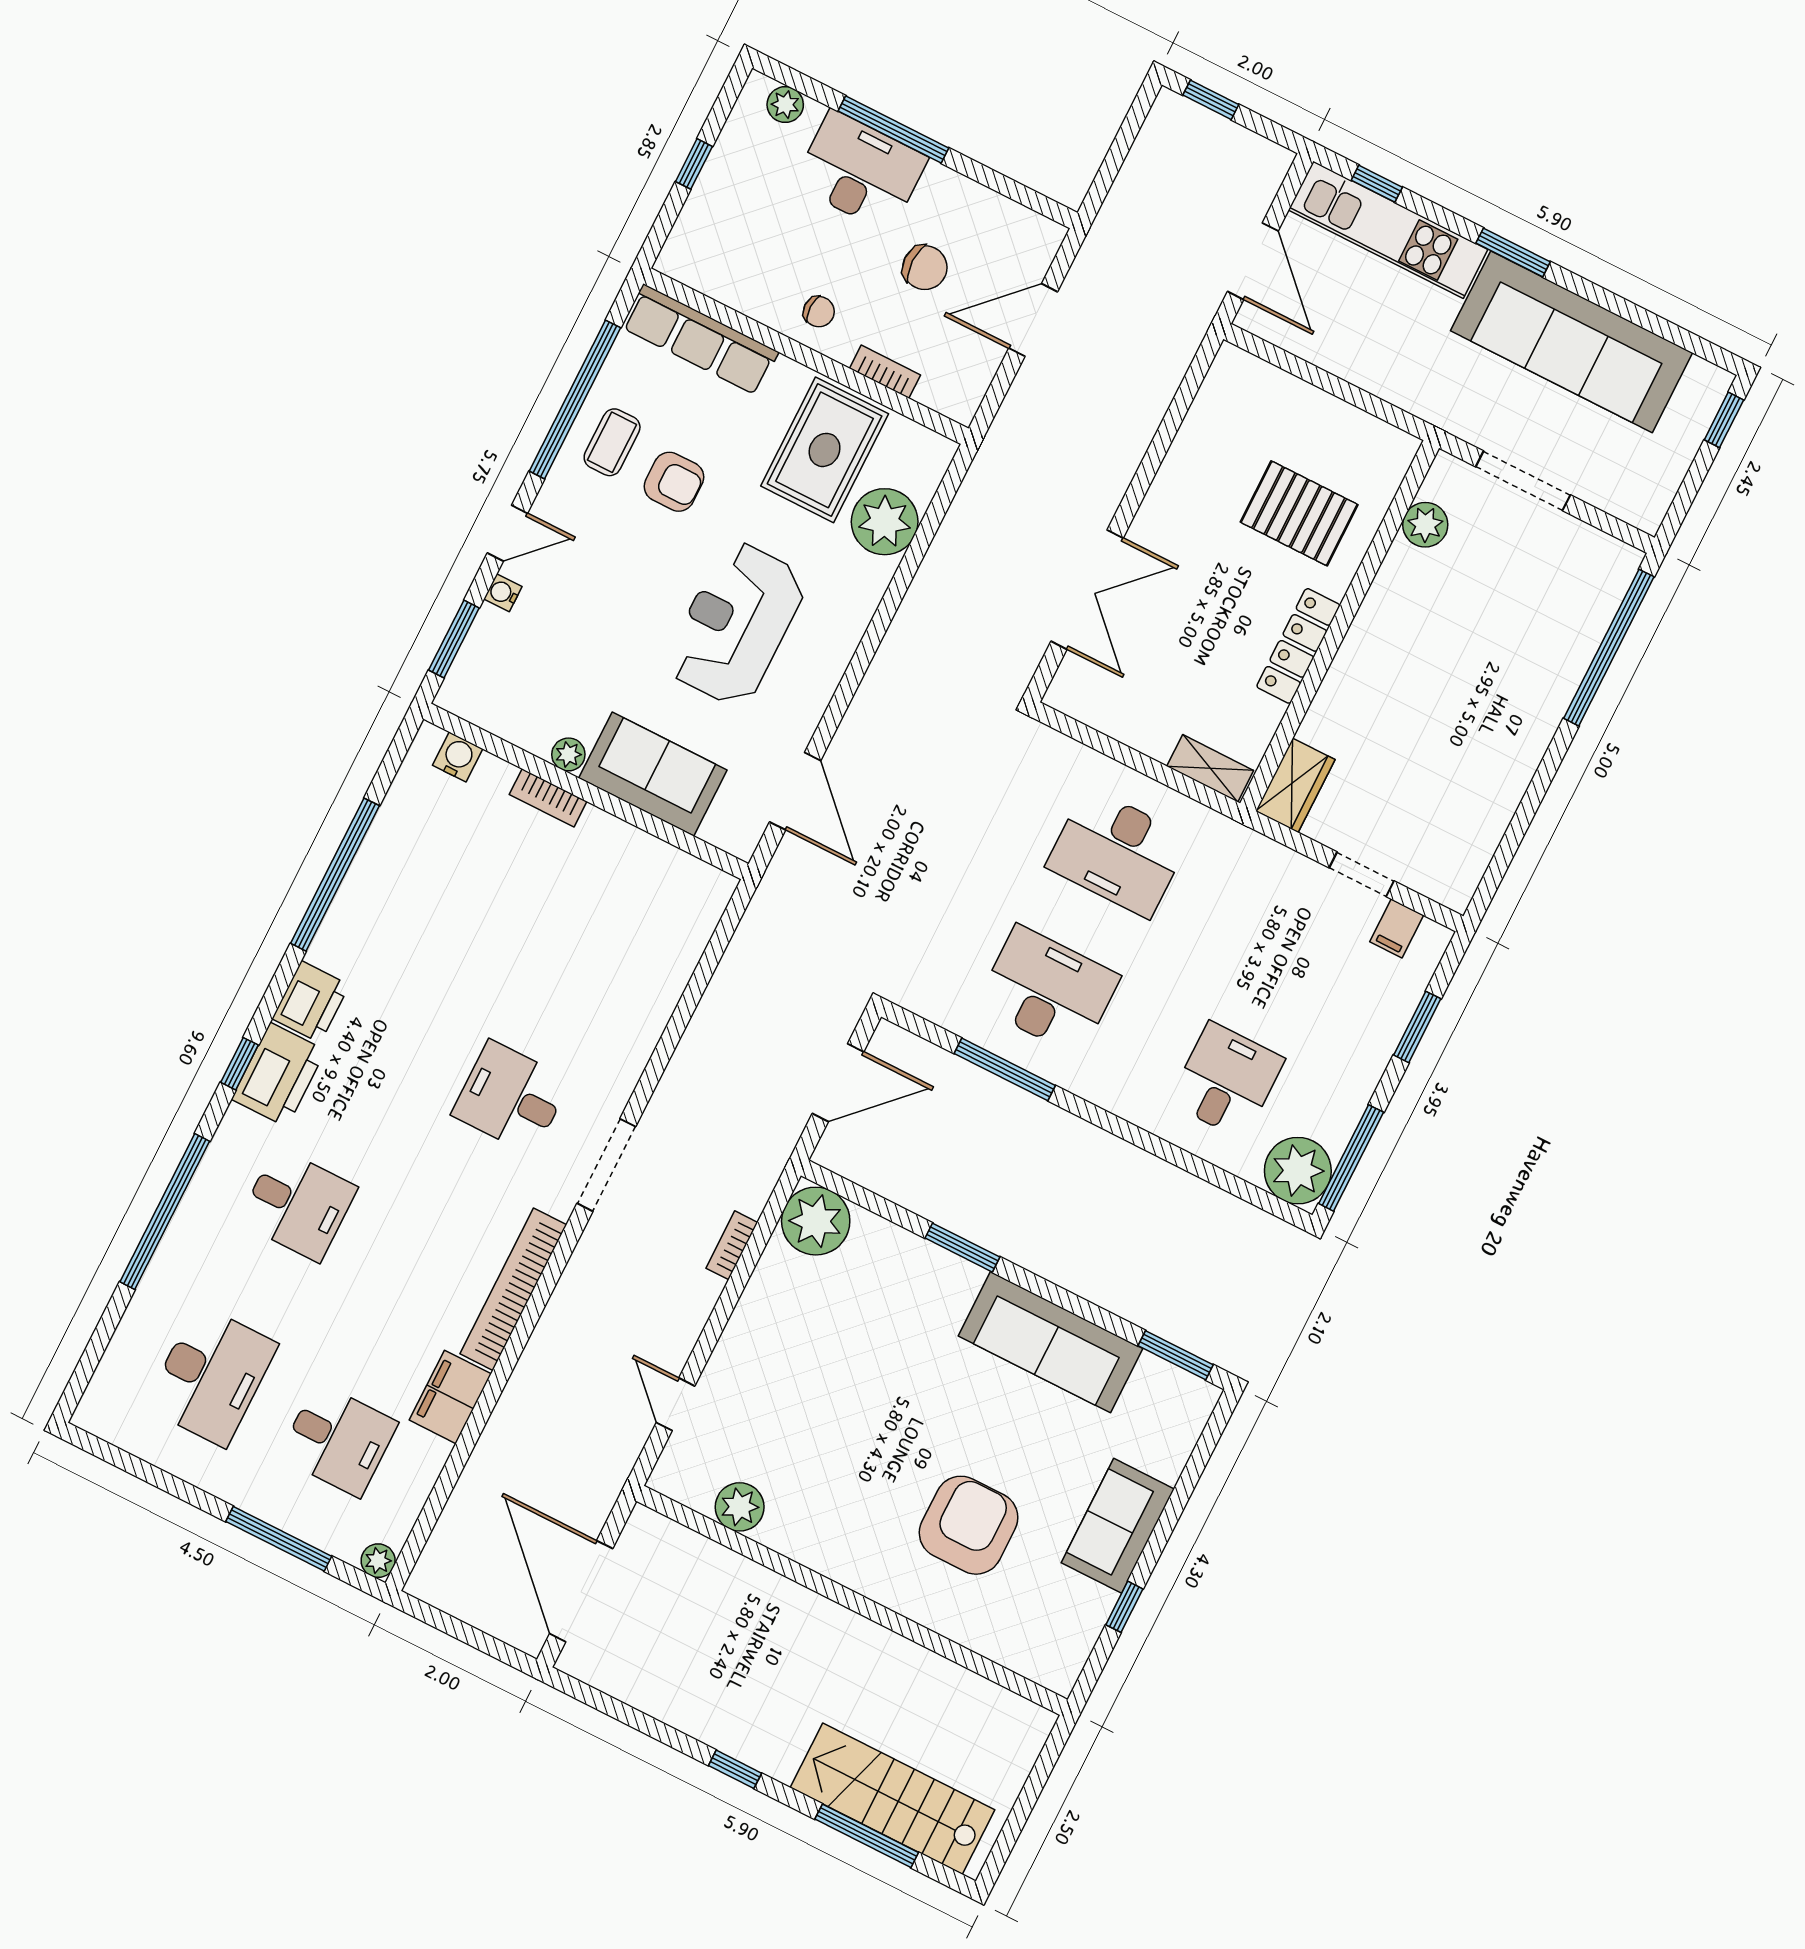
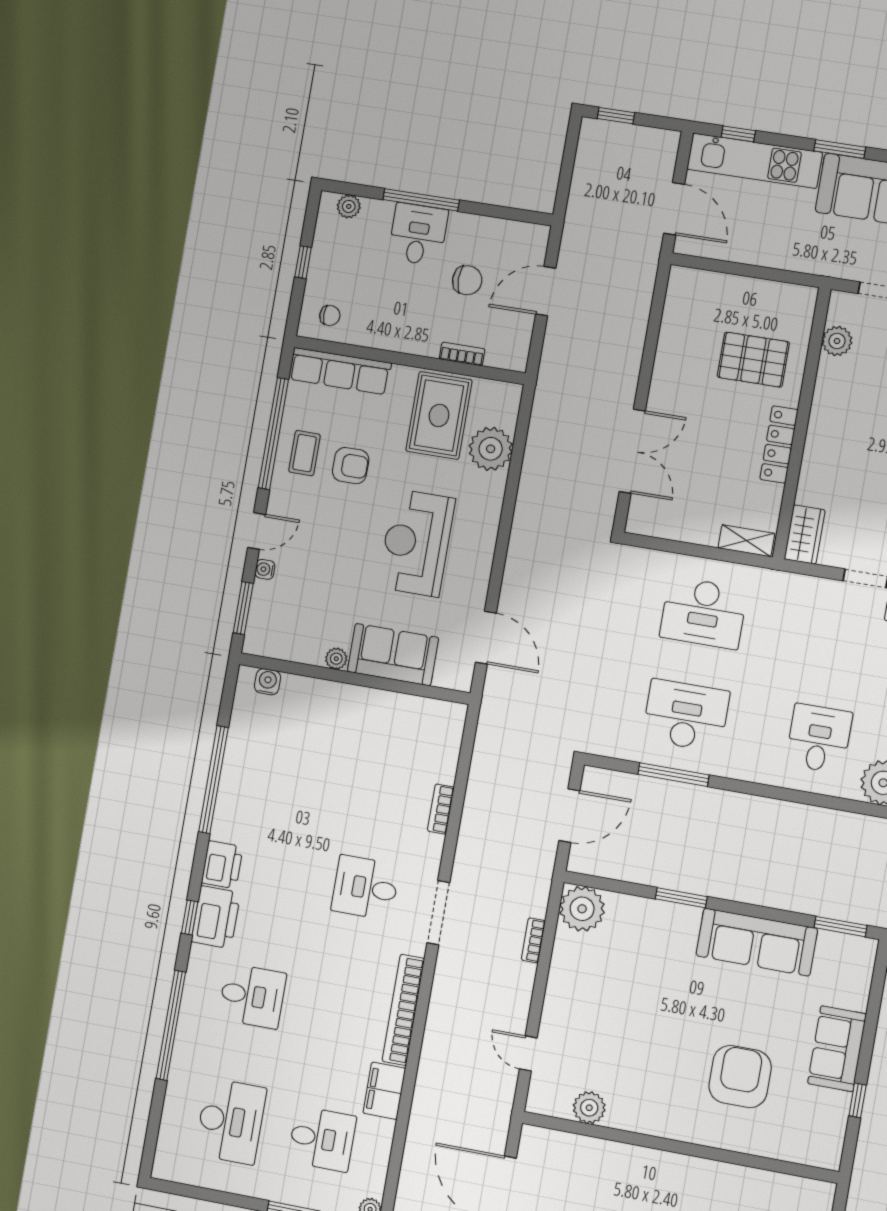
desk: (860, 171) -> (418, 234), width x0.73
chair: (819, 312) -> (330, 315), moved
bookcase: (548, 798) -> (441, 809), moved, turned 90

